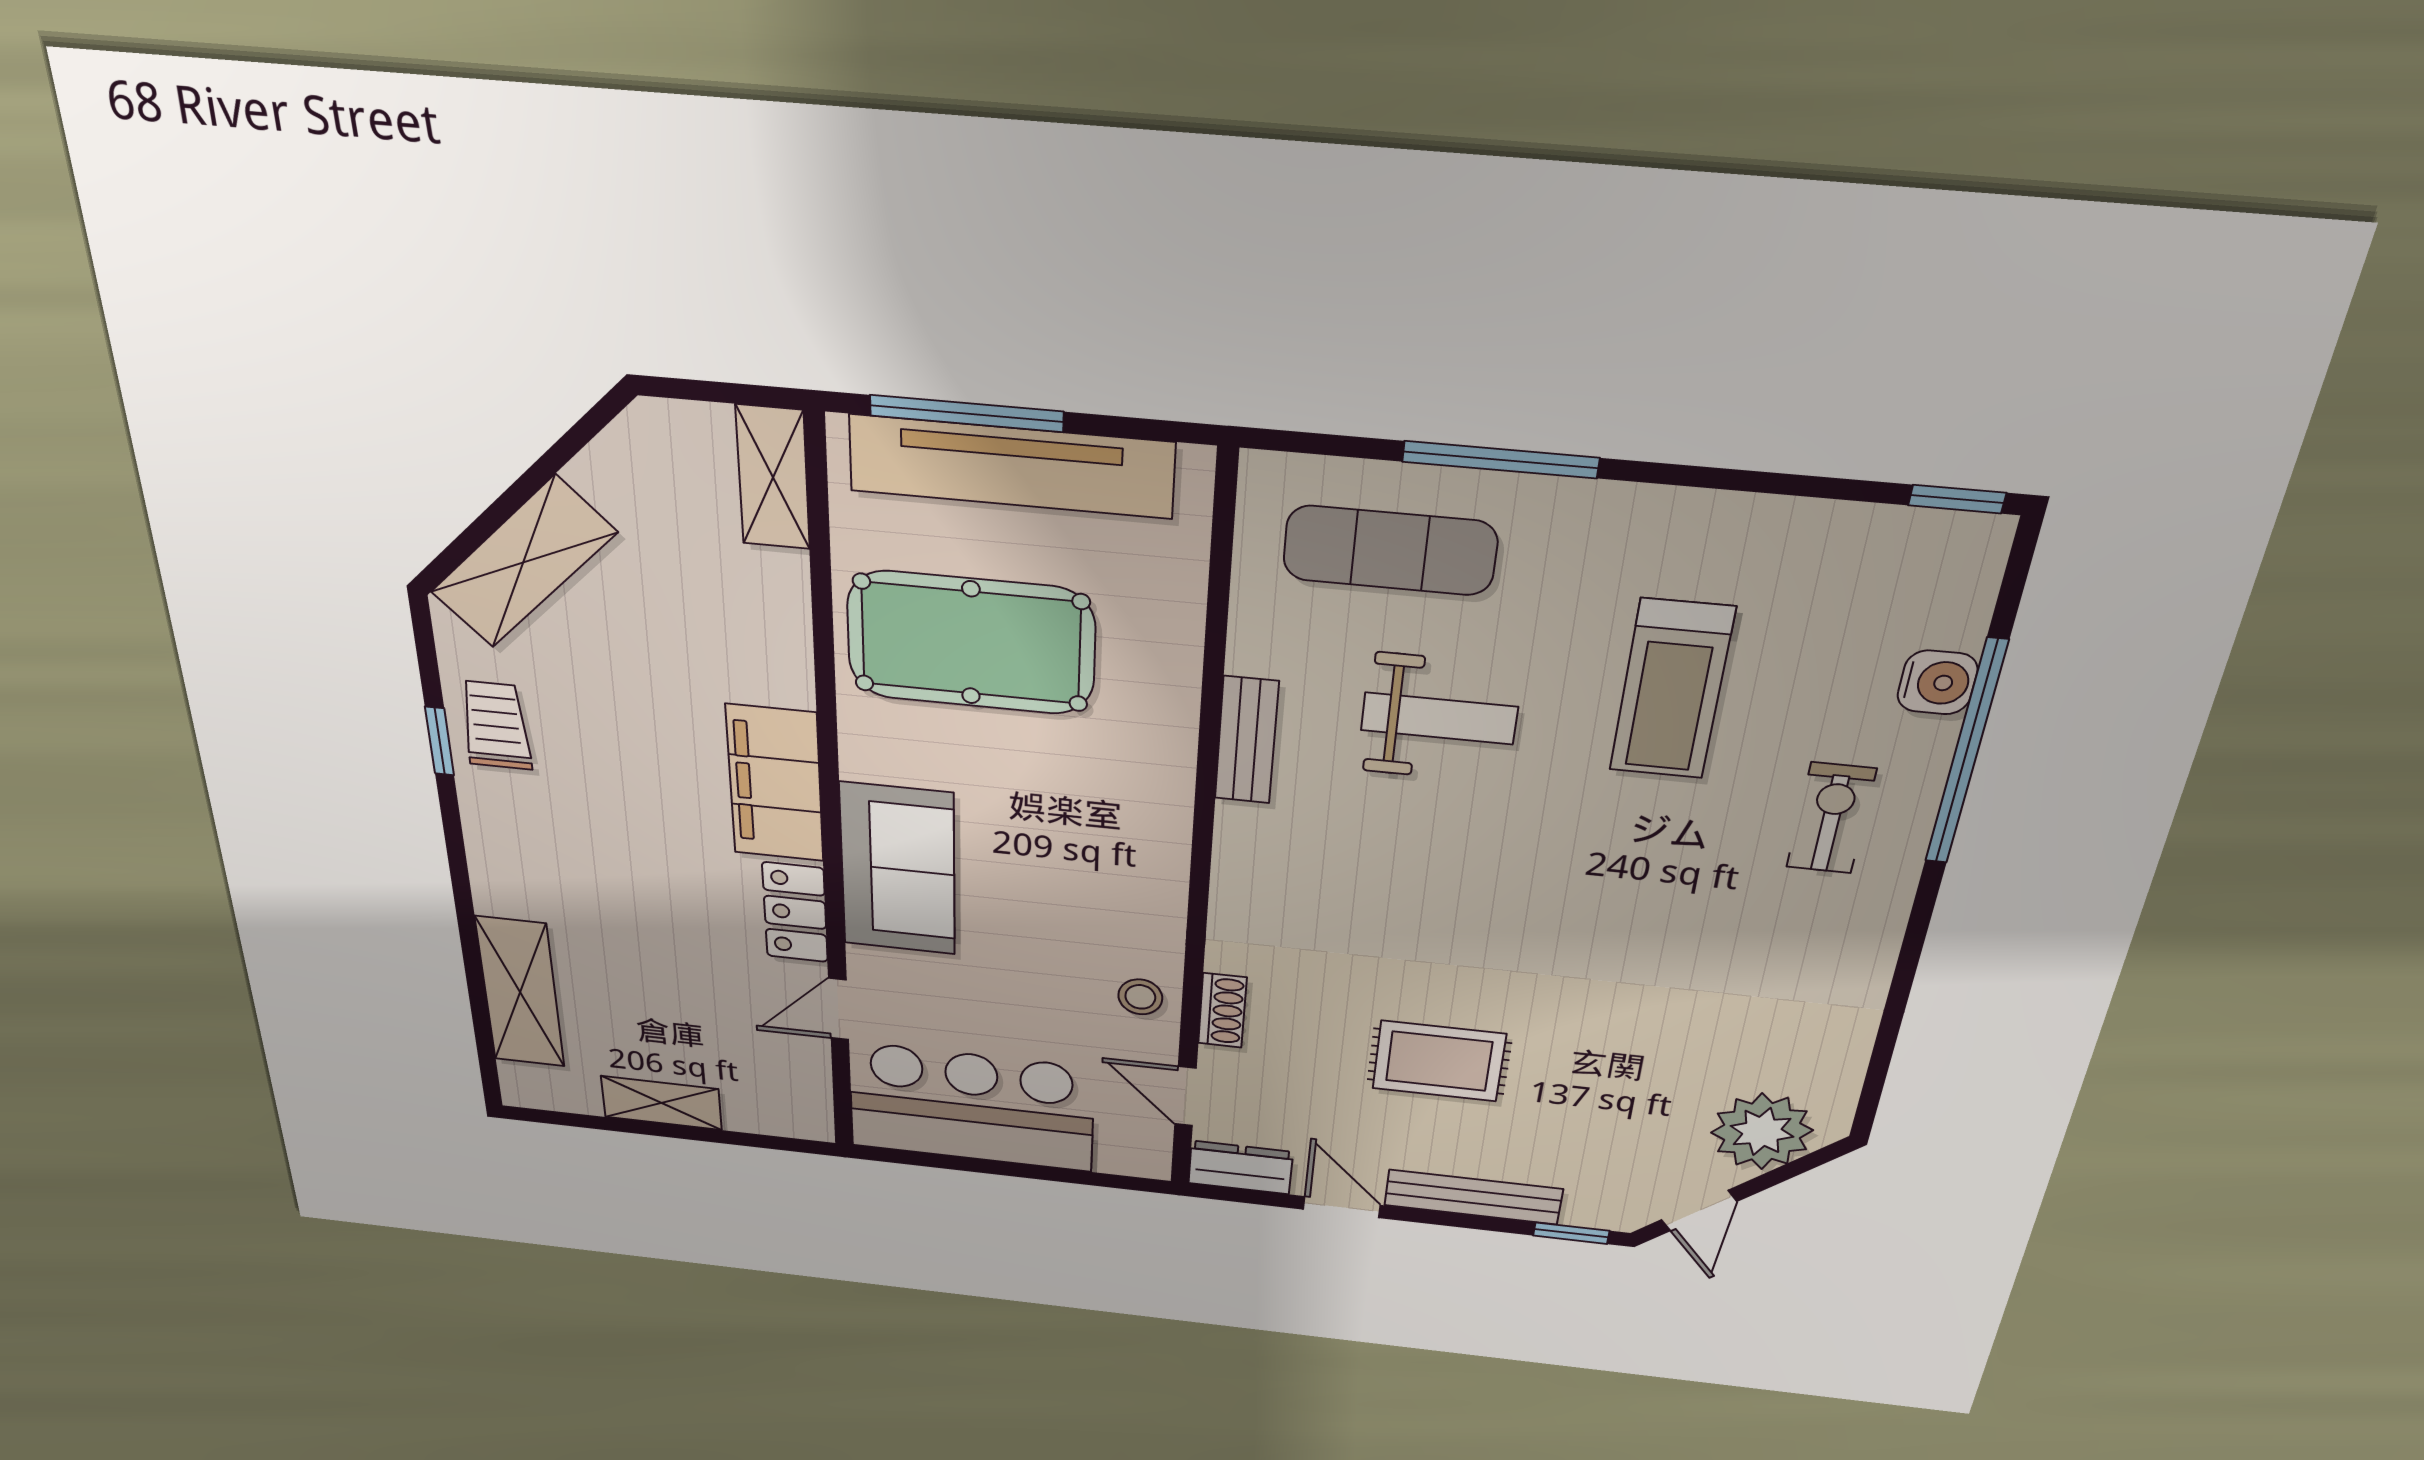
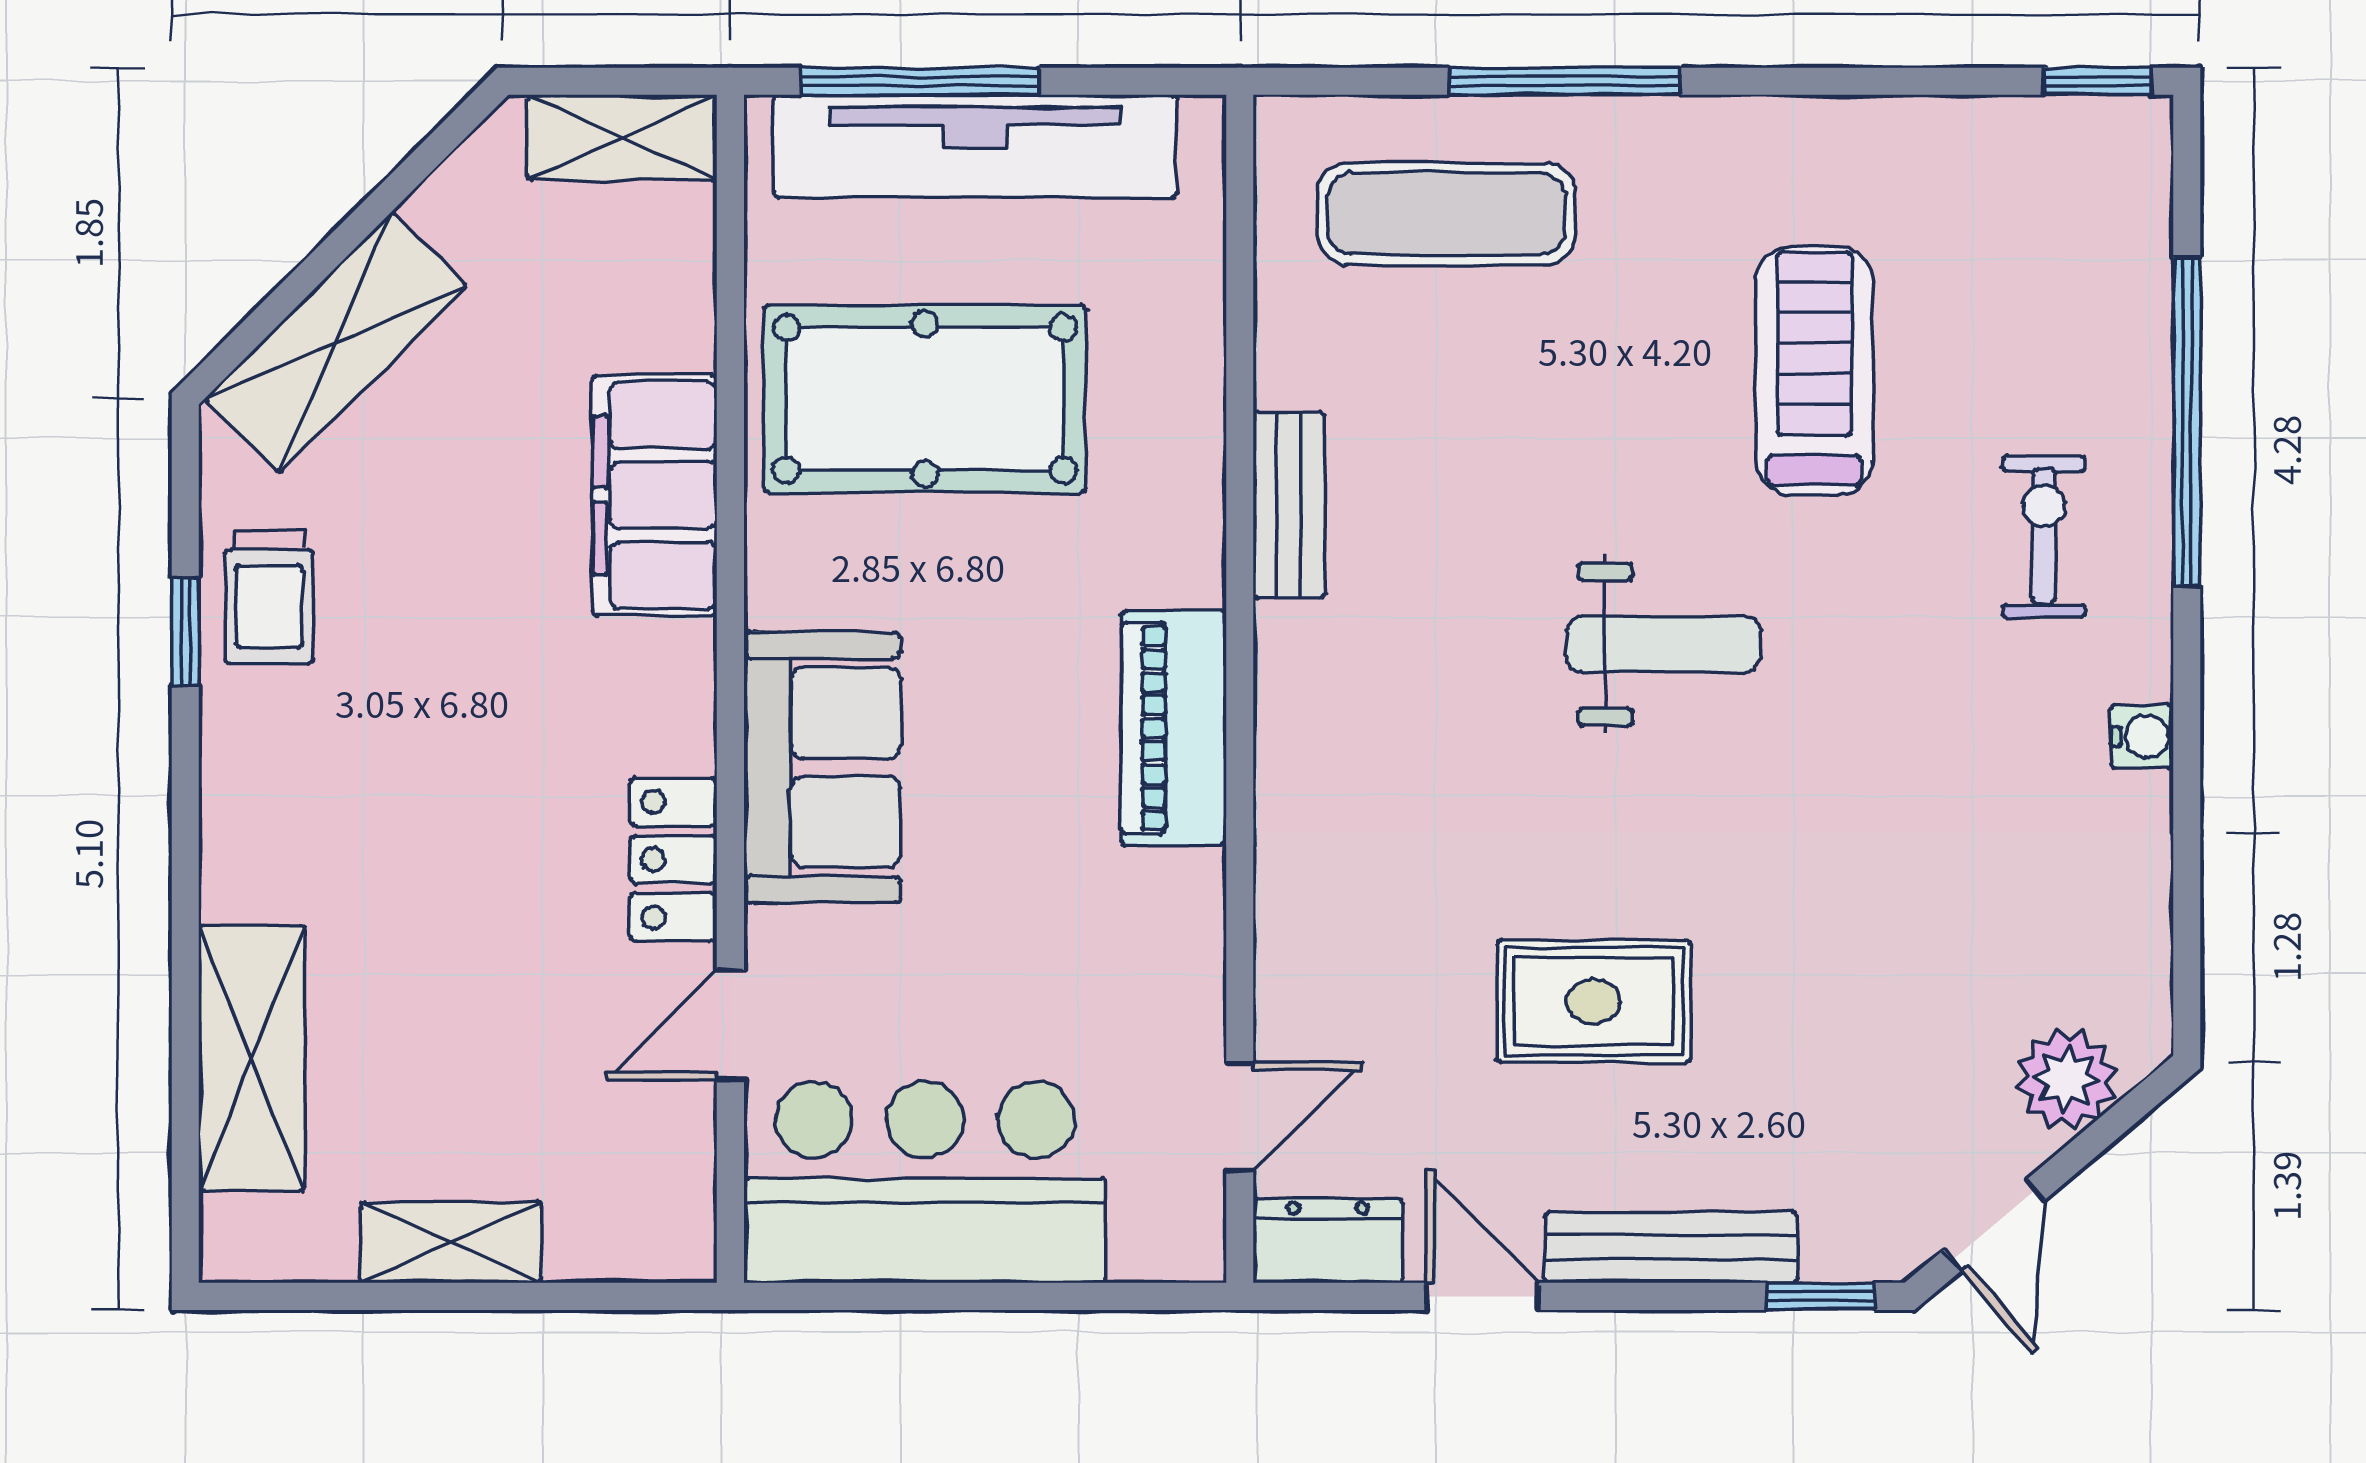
shelving: (773, 477) -> (622, 137), moved, turned 90
water cooler: (1937, 682) -> (2142, 736), moved, width x0.72, depth x0.72
treadmill: (1672, 690) -> (1814, 371), turned 180
weight bench: (1439, 718) -> (1664, 644), moved
trolley: (496, 725) -> (269, 597), turned 180
filing cabinet: (775, 784) -> (655, 495), moved
piano: (1152, 872) -> (1174, 728), added
stool: (1140, 997) -> (1167, 944), removed
shoe rack: (1222, 1010) -> (1284, 952), removed
door: (1185, 1096) -> (1240, 1117), swing flipped
plant: (1762, 1131) -> (2066, 1079), width x0.73, depth x0.73

